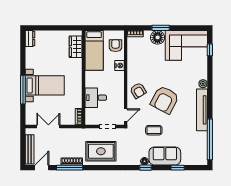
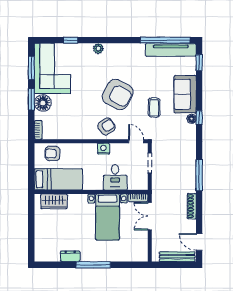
window: (187, 28) -> (31, 68), added
dresser: (30, 39) -> (70, 256), moved
window: (210, 50) -> (70, 40), moved
nightstand: (119, 66) -> (103, 149), moved
bed with nightstands: (45, 85) -> (108, 217), moved, turned 180
window: (23, 90) -> (93, 265), moved
tv unit: (202, 110) -> (171, 50), moved
double door: (48, 127) -> (150, 216), moved
rug: (101, 151) -> (179, 171), removed
window: (70, 168) -> (199, 175), moved
window: (178, 168) -> (199, 63), moved

